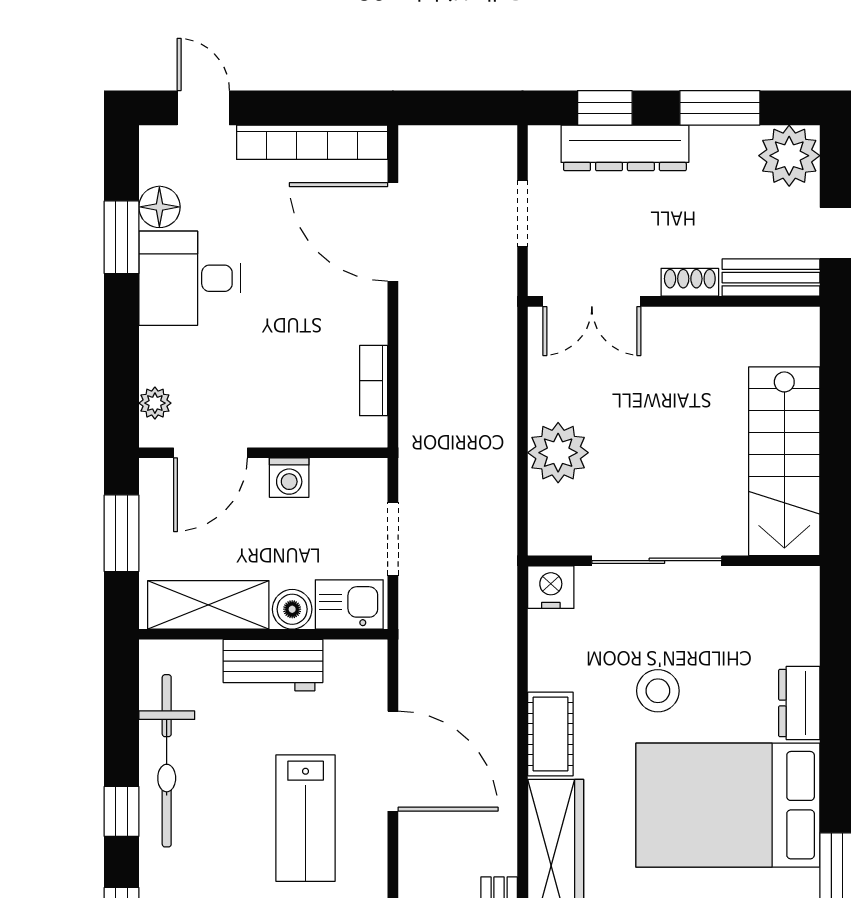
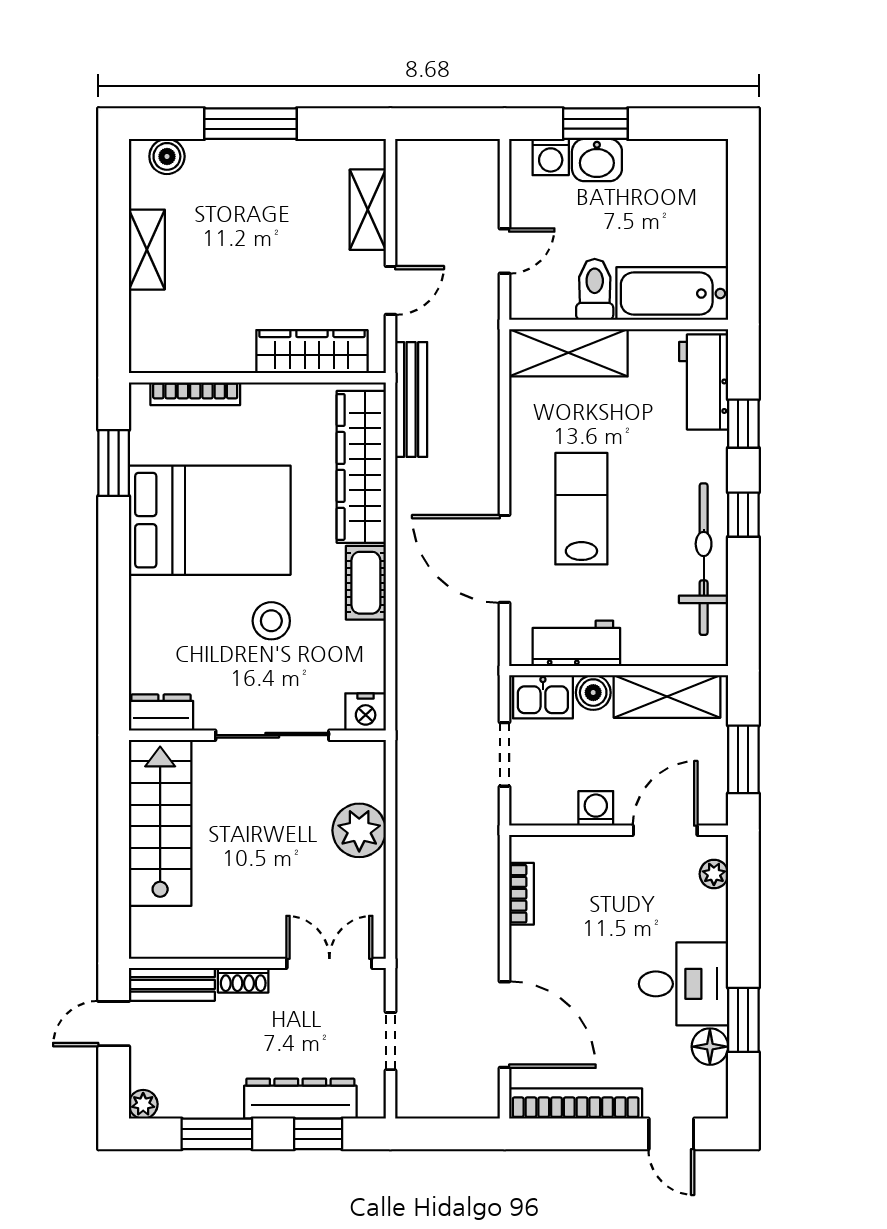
plant: (789, 156) -> (143, 1104), width x0.53, depth x0.53
workbench: (273, 665) -> (576, 643), moved
dresser: (799, 703) -> (161, 713), moved, turned -90

